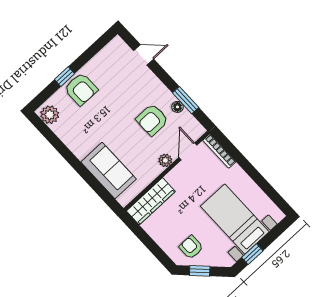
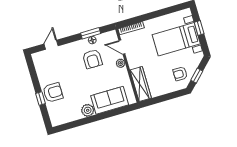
plant: (50, 115) -> (88, 110), moved
window: (252, 254) -> (199, 28), moved

